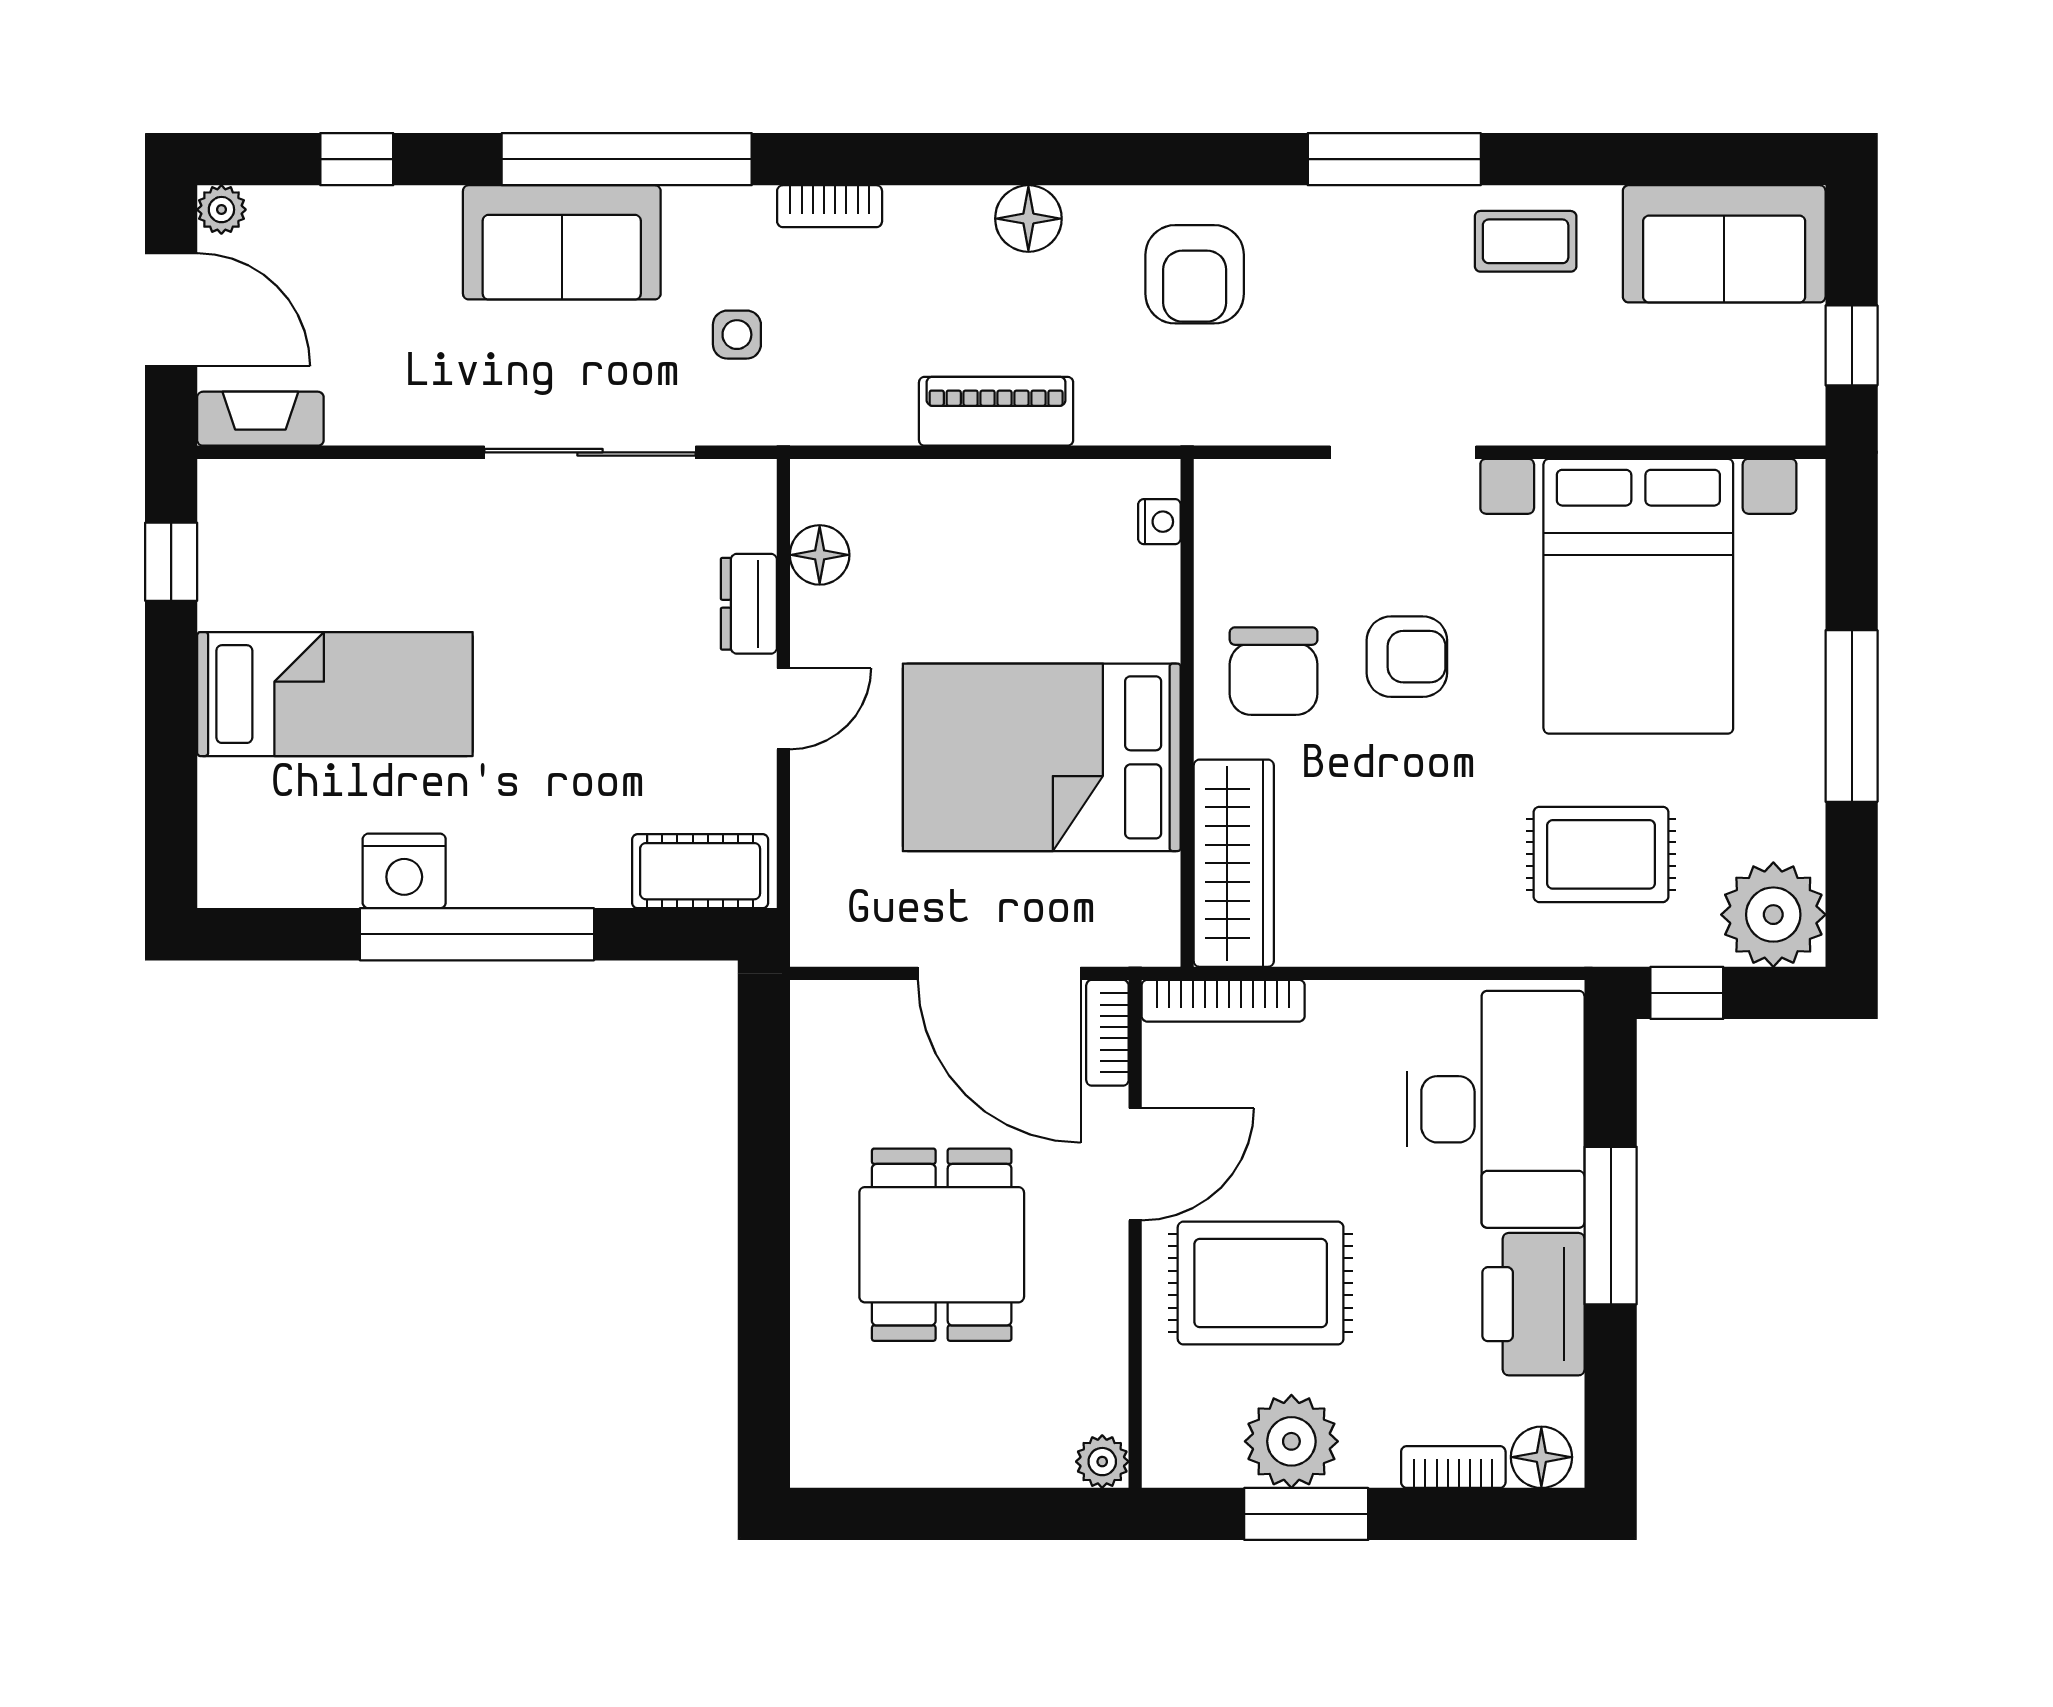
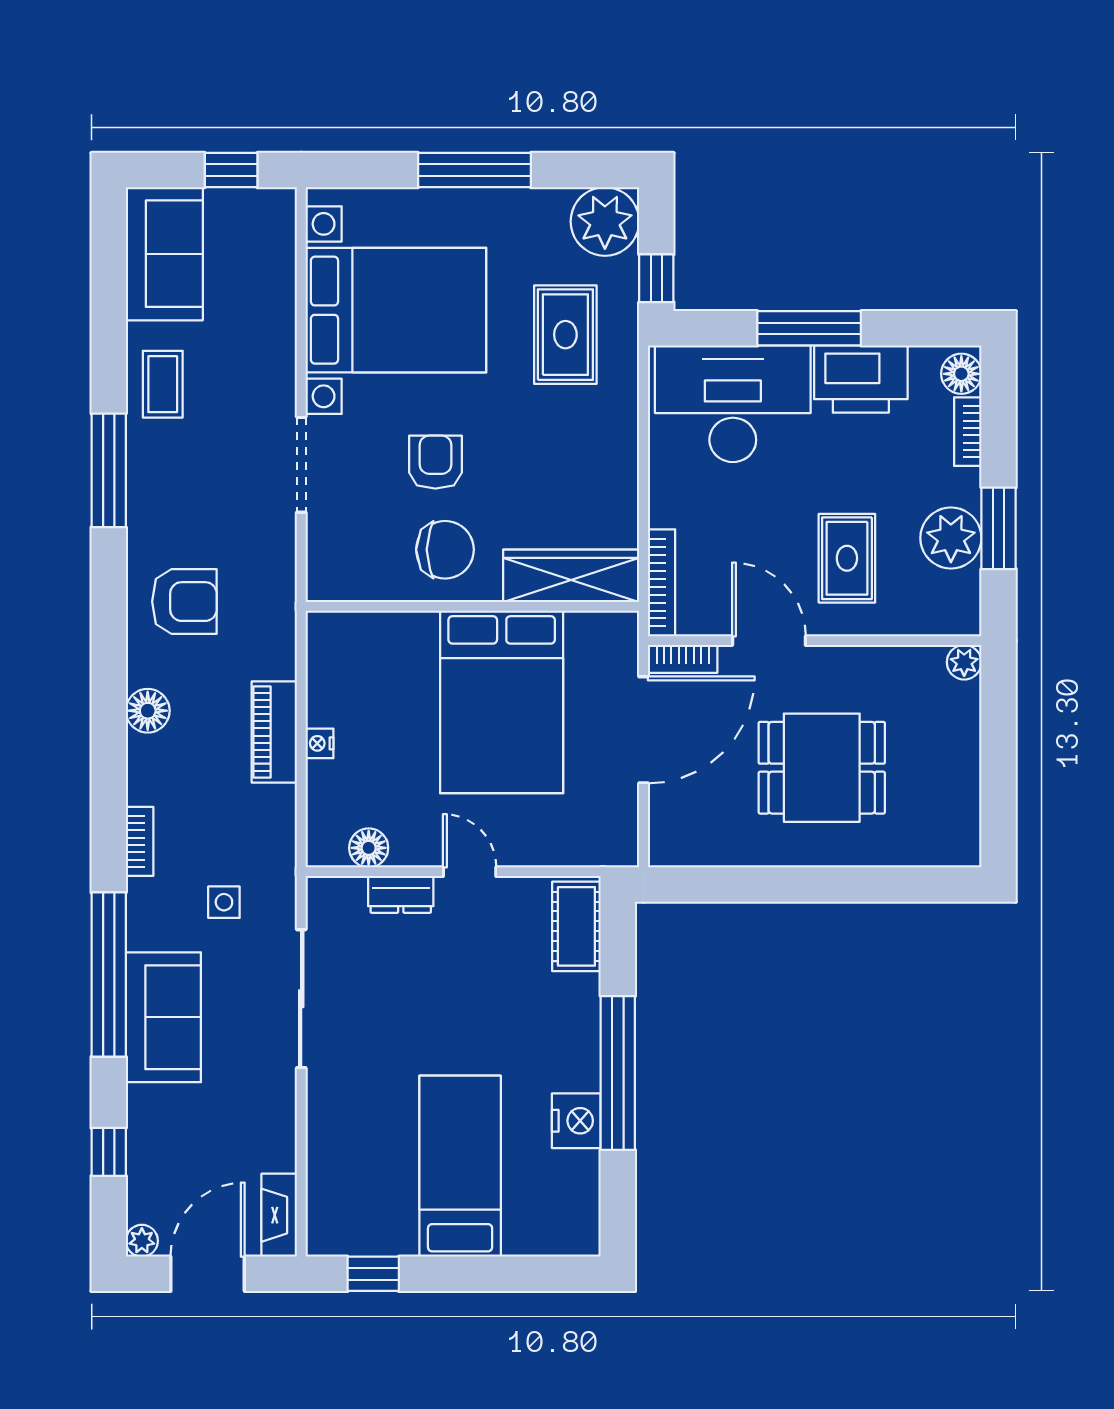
nightstand: (1159, 522) -> (319, 743), moved, turned -90
rug: (1261, 1283) -> (847, 558), width x0.73, depth x0.70

